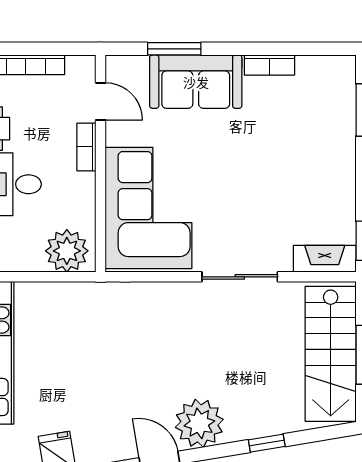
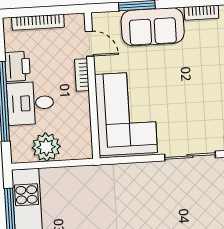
plant: (67, 251) -> (46, 147), moved

